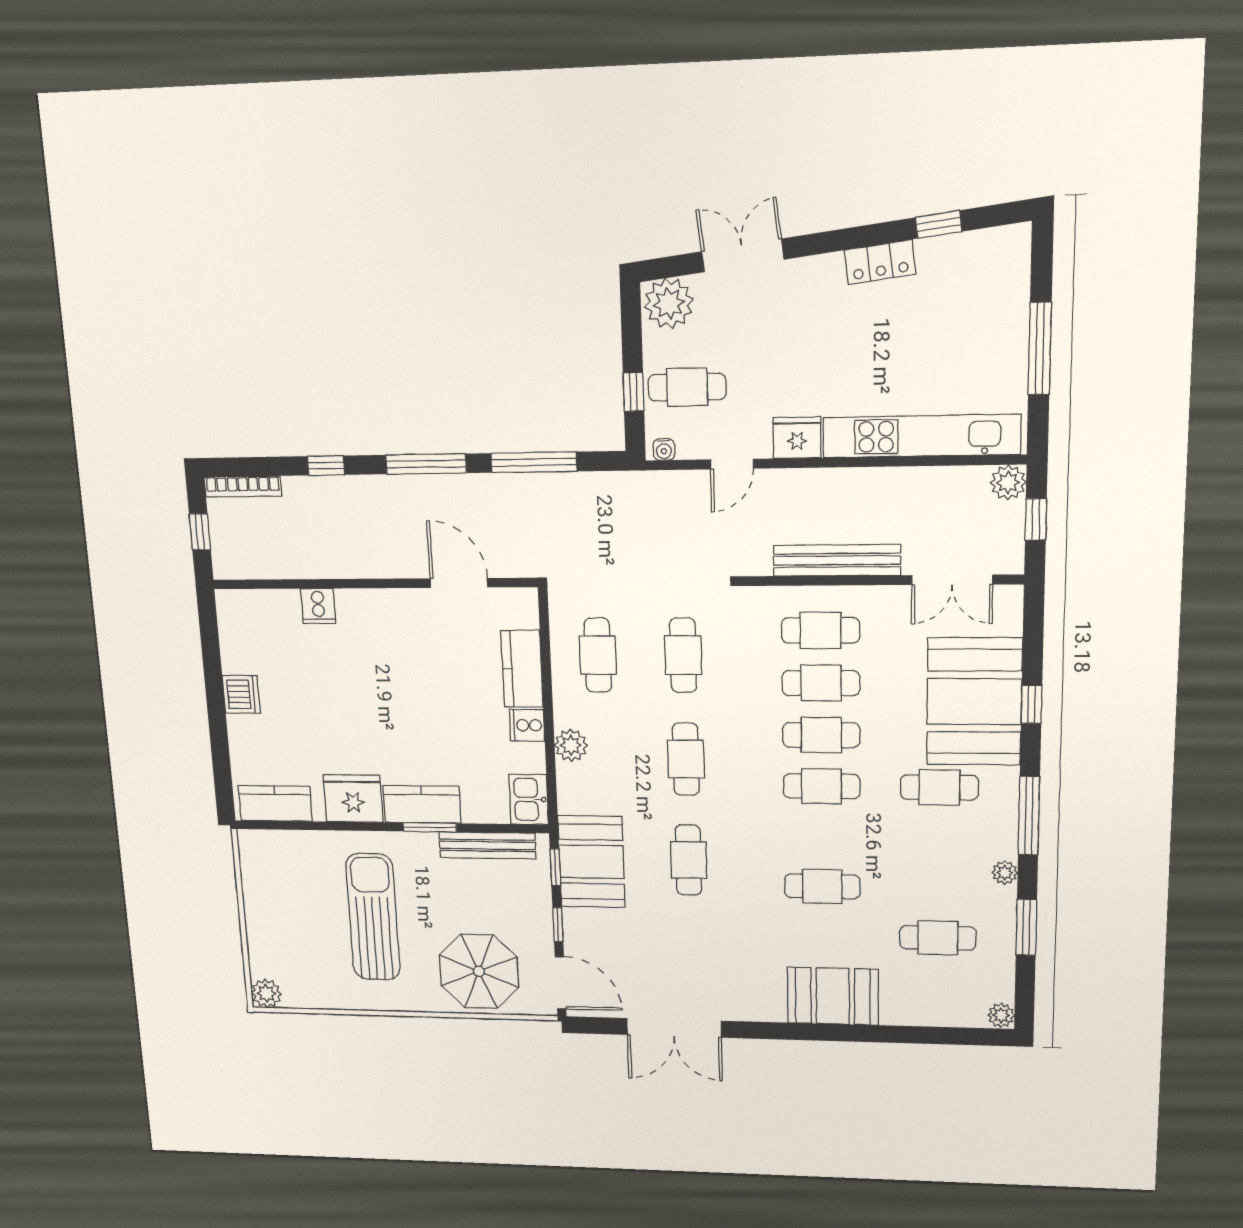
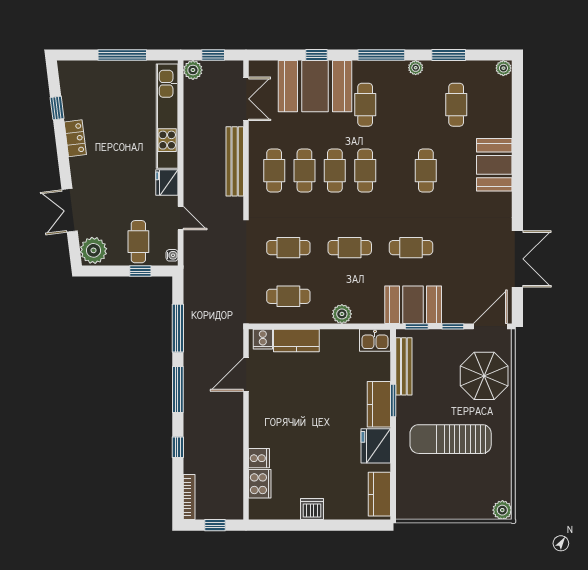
cooker: (276, 607) -> (260, 484), added
cooker: (527, 725) -> (263, 339), moved

